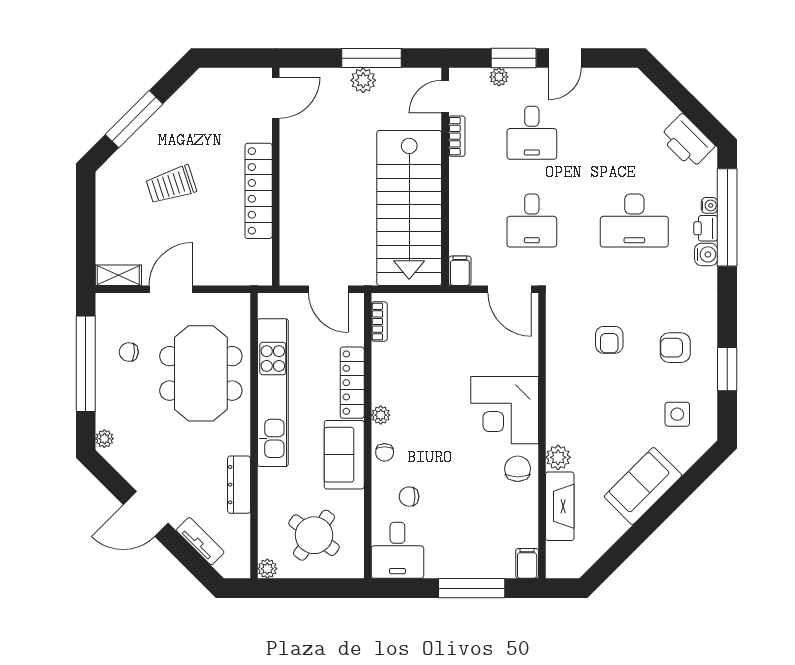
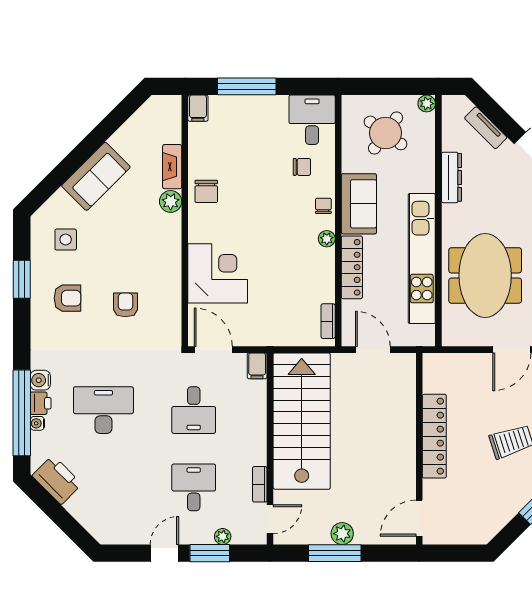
desk: (532, 221) -> (194, 410), turned 180
corner desk: (505, 410) -> (218, 273), moved
fireplace: (560, 506) -> (172, 167), width x0.73, depth x0.76

